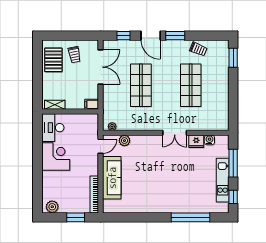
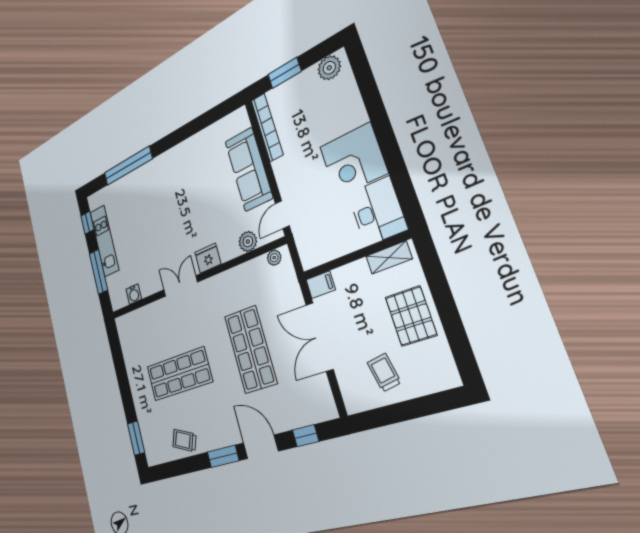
pallet: (53, 60) -> (411, 316), moved
double door: (101, 67) -> (319, 337), moved
shop shelf: (191, 85) -> (179, 374), turned 90
fridge: (196, 141) -> (208, 258), moved

